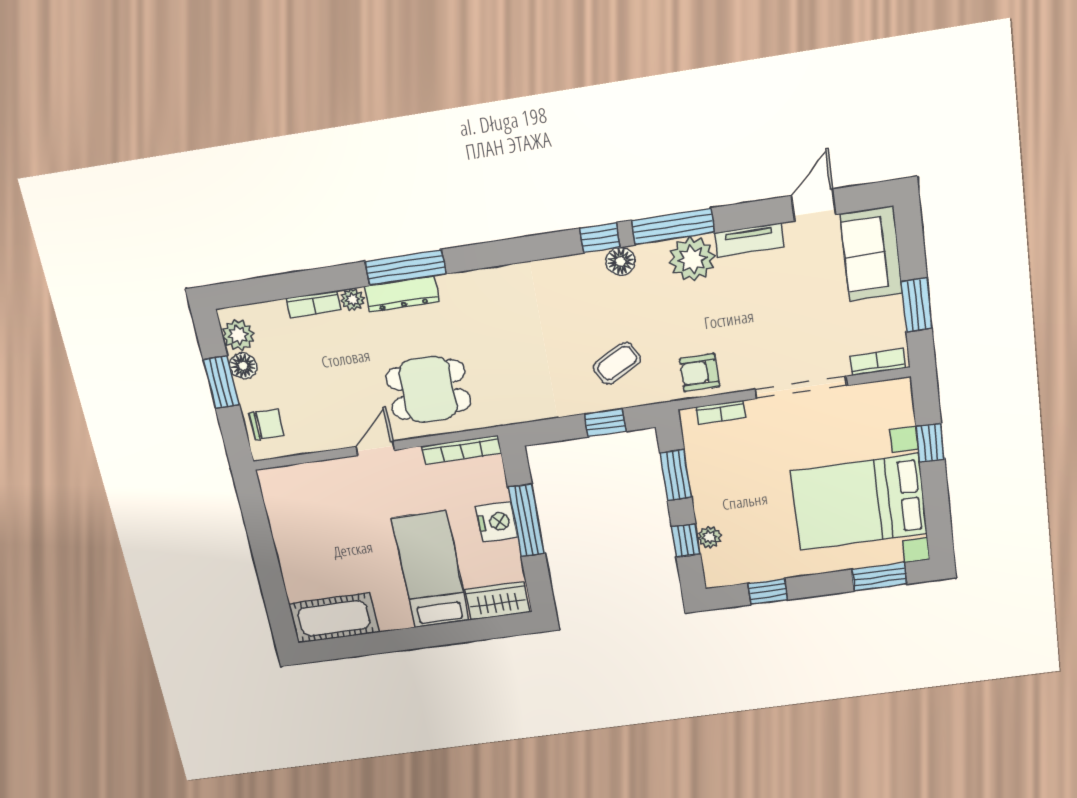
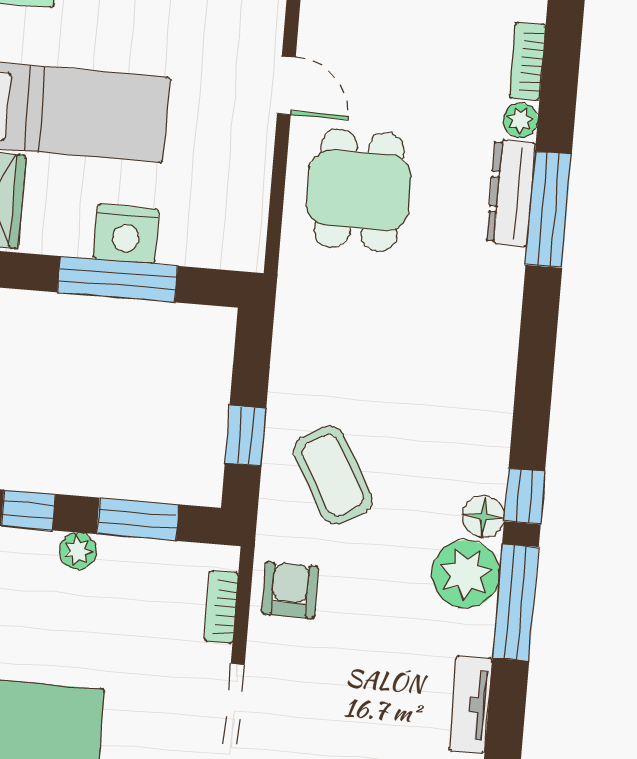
plant: (692, 259) -> (466, 574), moved
coffee table: (617, 363) -> (333, 475), width x1.36, depth x1.30
bookcase: (461, 450) -> (254, 213), removed
plant: (709, 537) -> (78, 551), moved

